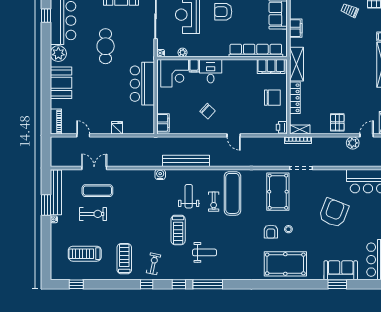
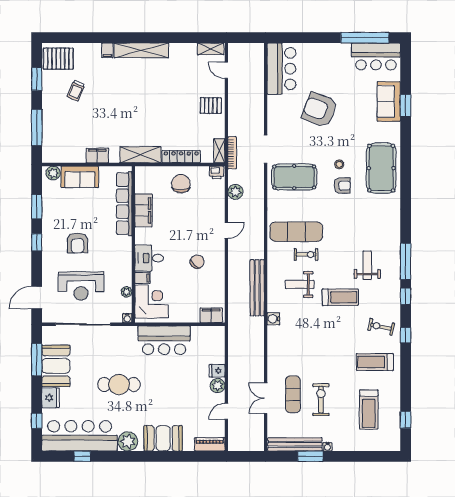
filing cabinet: (271, 67) -> (144, 210), moved
plant: (105, 128) -> (218, 386), added
plant: (353, 143) -> (235, 192), moved

